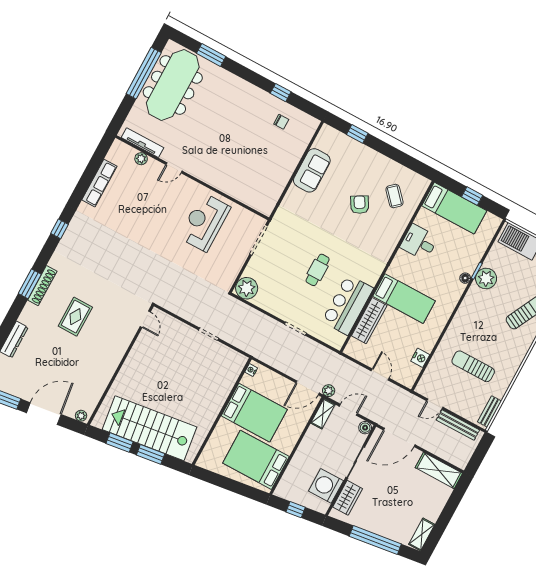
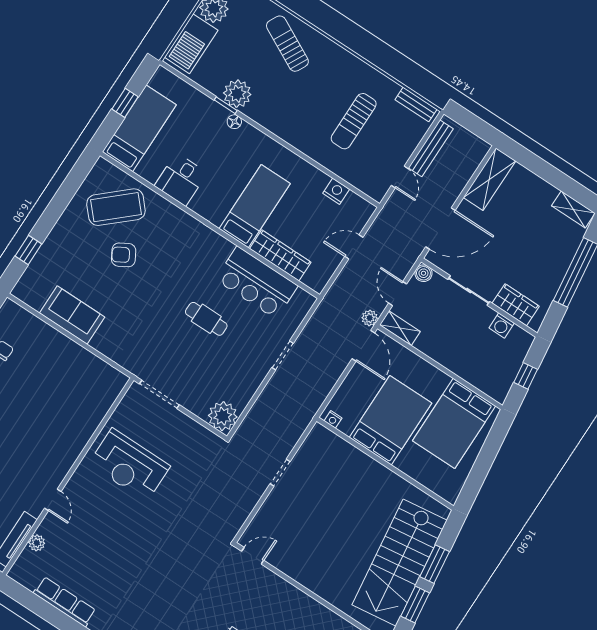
coffee table: (394, 196) -> (116, 207), width x1.86, depth x1.72
door: (399, 437) -> (440, 229), hinge flipped
washing machine: (326, 486) -> (502, 326), width x0.53, depth x0.53

